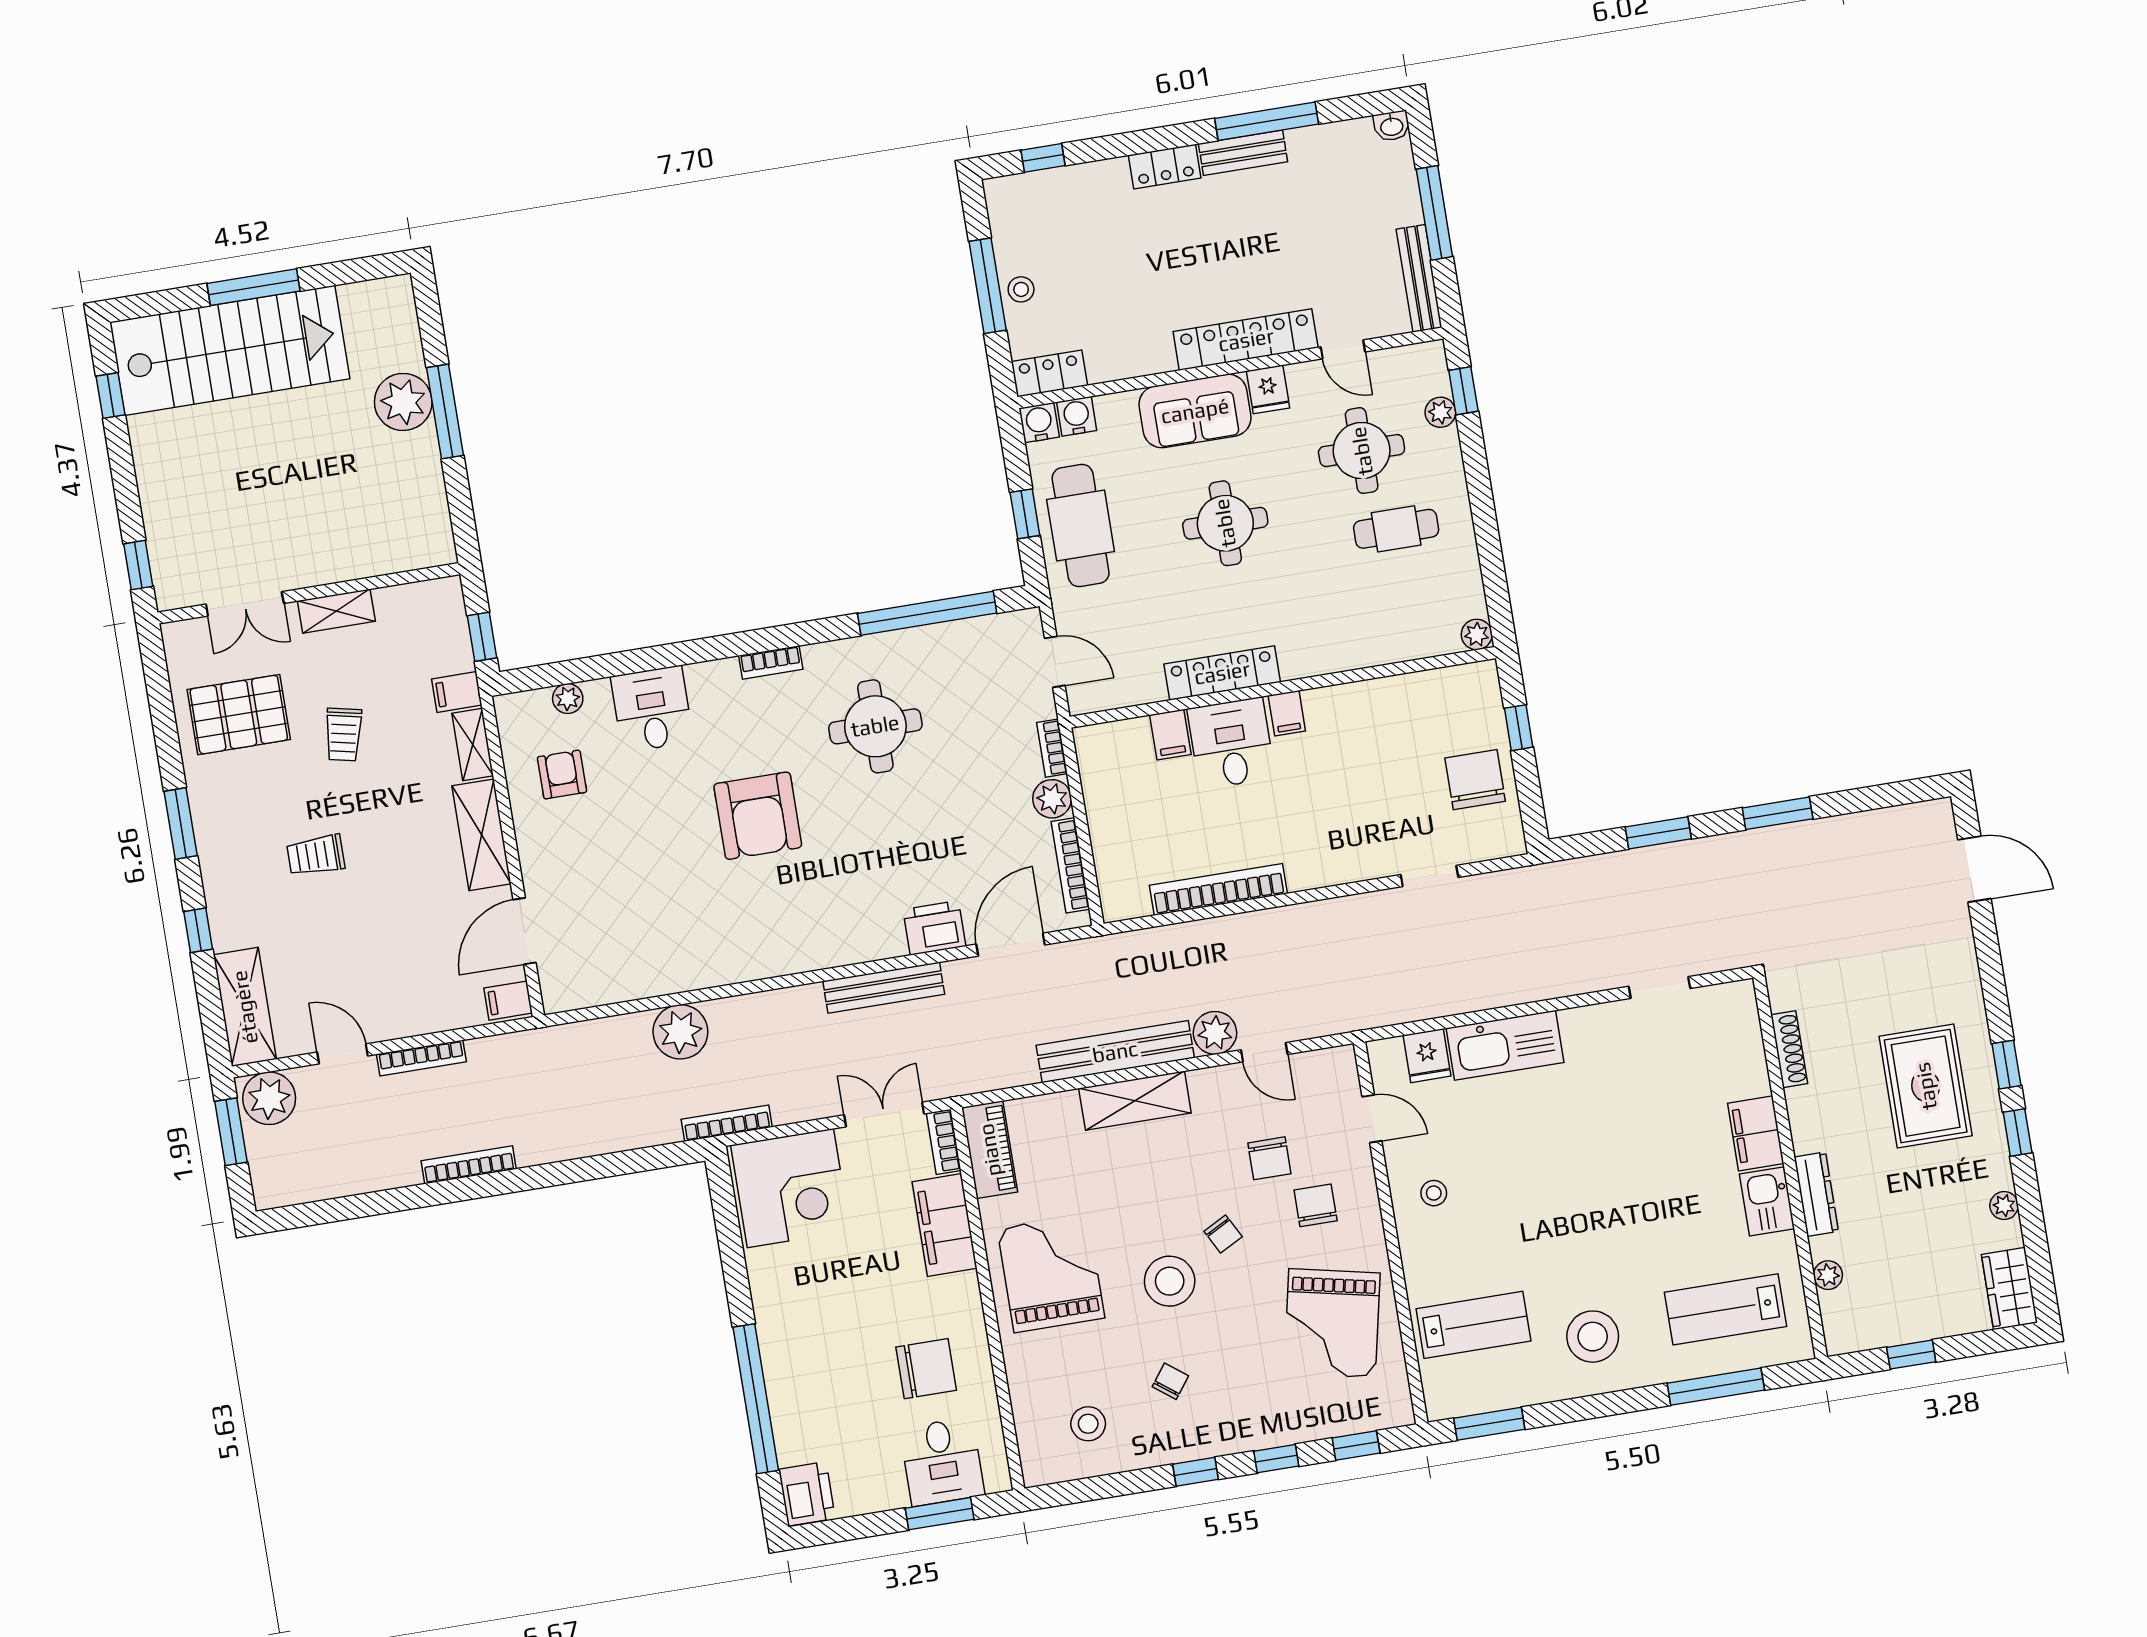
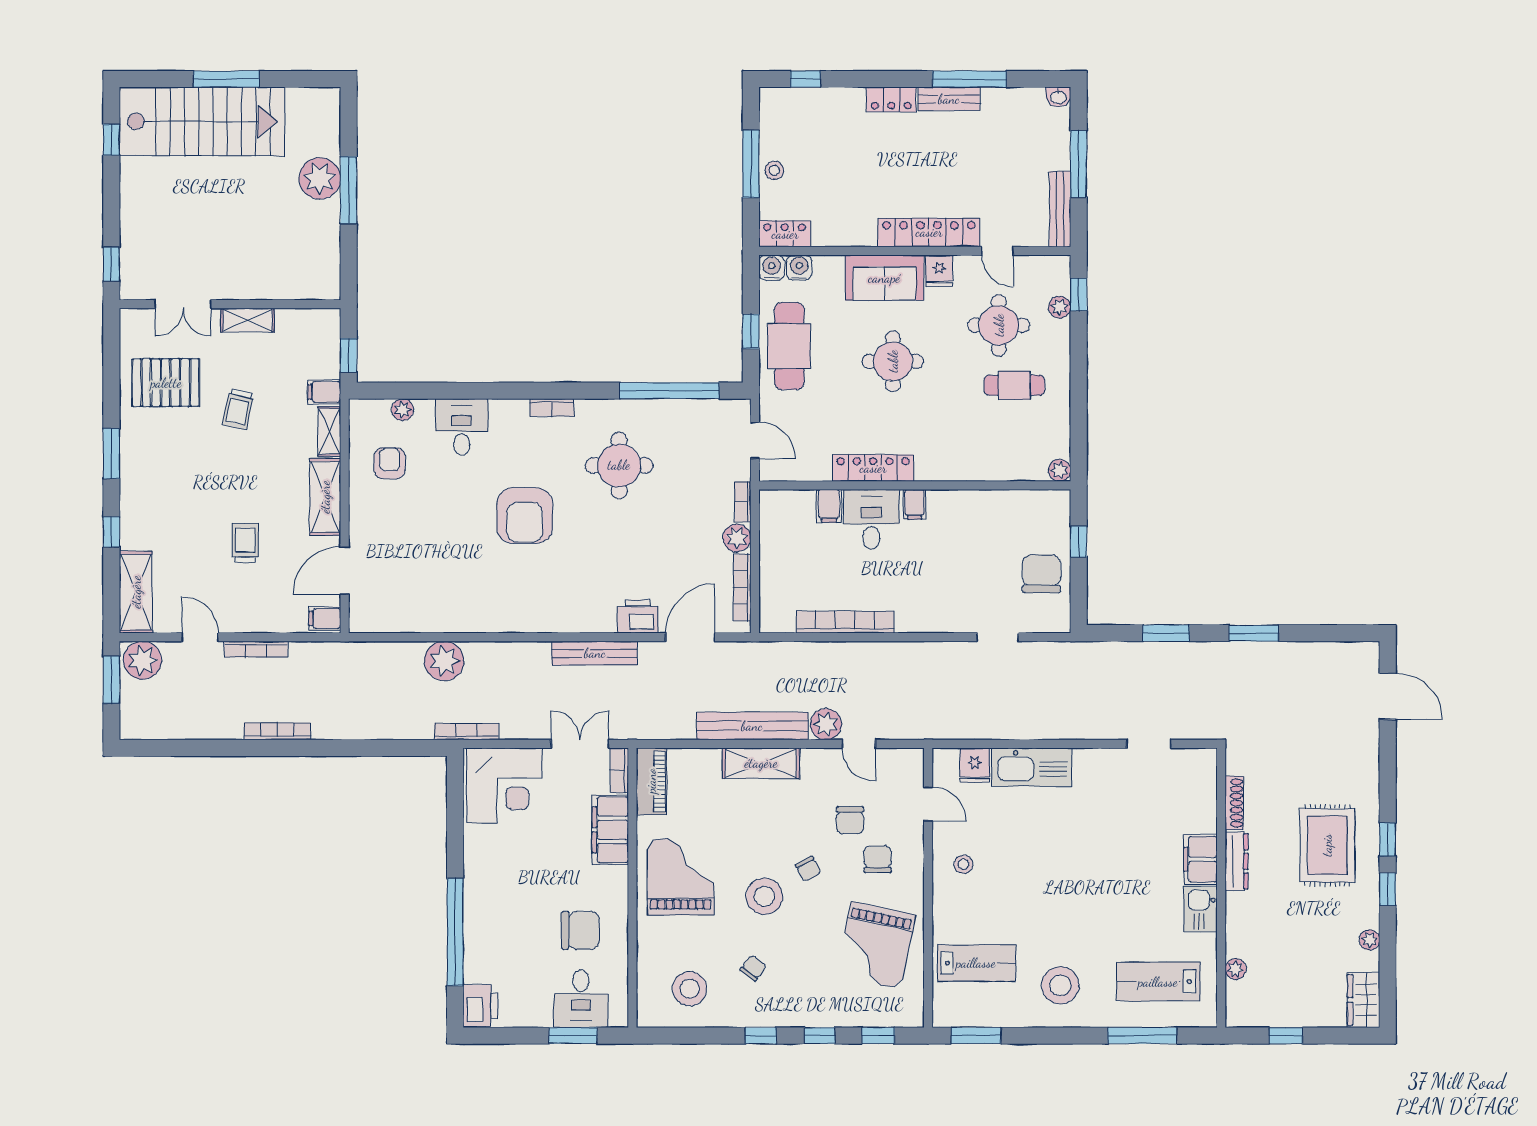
trolley: (316, 855) -> (245, 543), moved, turned 90
dresser: (1816, 1194) -> (1237, 861), moved
stool: (1088, 1424) -> (690, 989), width x1.38, depth x1.38

